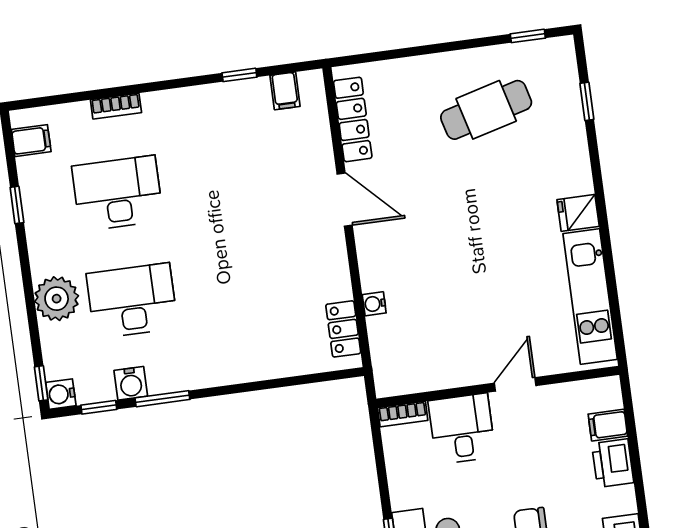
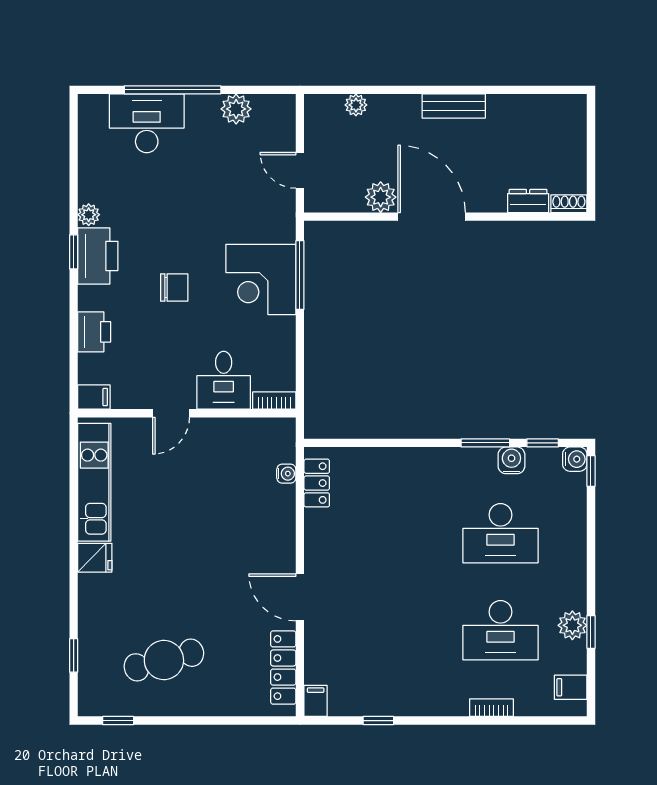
filing cabinet: (285, 91) -> (316, 701), moved
plant: (57, 299) -> (572, 625), moved, width x0.73, depth x0.73
water cooler: (374, 304) -> (286, 474), moved
filing cabinet: (608, 425) -> (94, 397), moved

